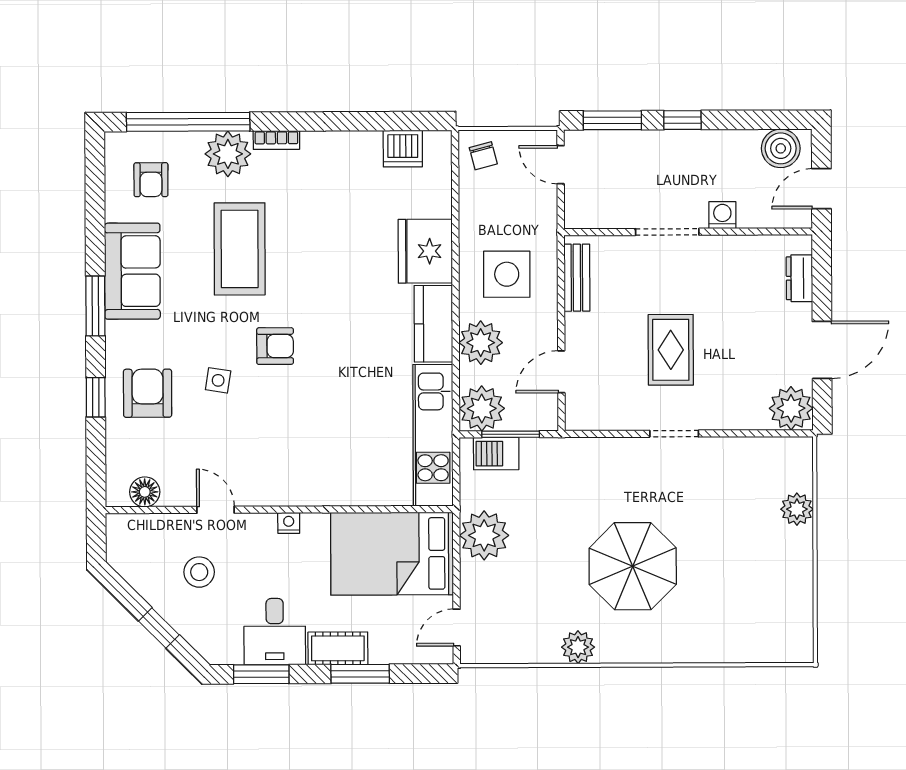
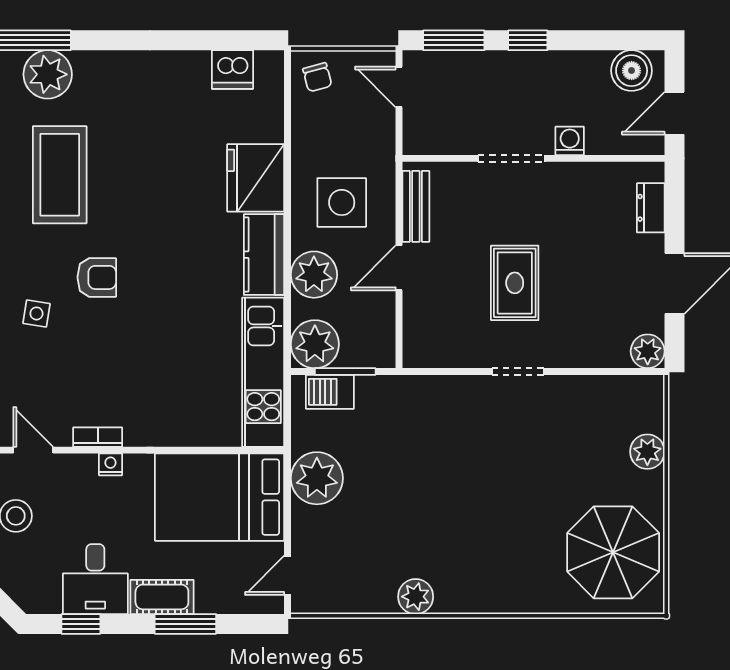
bookcase: (276, 140) -> (98, 437), moved, turned 180
door: (561, 372) -> (399, 268), moved
plant: (791, 408) -> (648, 351), width x0.73, depth x0.73
parasol: (633, 566) -> (613, 552), moved
window: (261, 674) -> (81, 624), width x0.67

